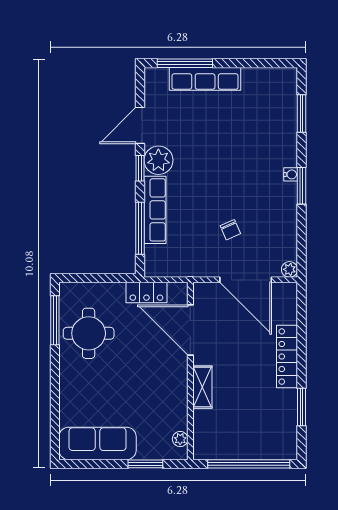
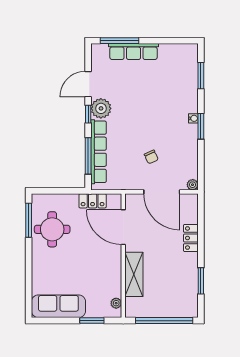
row of seats: (155, 210) -> (99, 152), width x1.36
locker: (287, 357) -> (191, 238), width x0.66
shelving: (202, 387) -> (134, 274), width x1.50, depth x1.33

